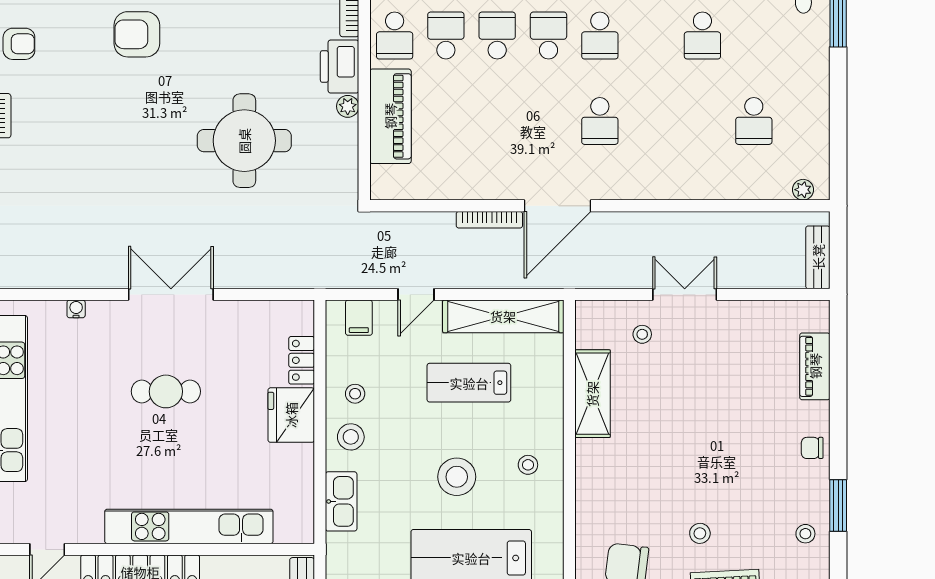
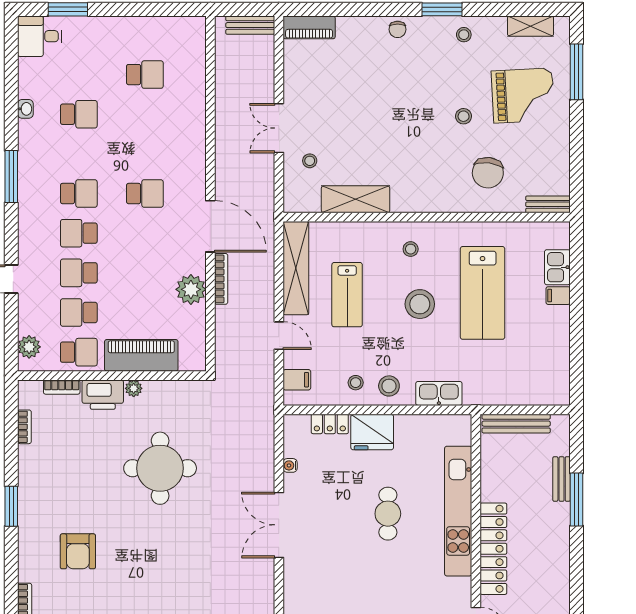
plant: (803, 190) -> (191, 289), moved, width x1.88, depth x1.88
water cooler: (76, 309) -> (290, 465), moved
piano: (815, 366) -> (309, 27), moved
cafe table: (166, 391) -> (388, 514), moved

